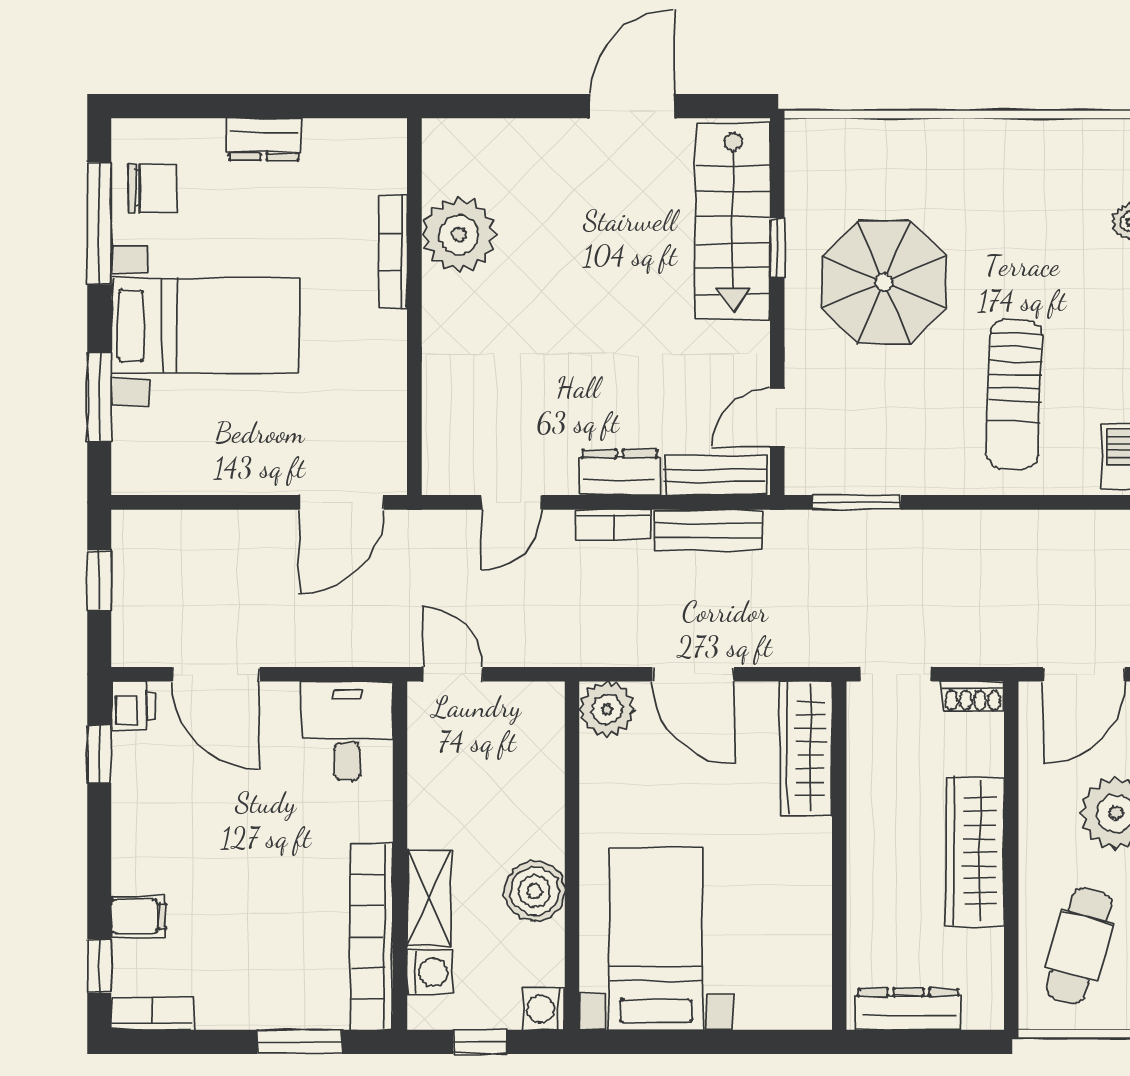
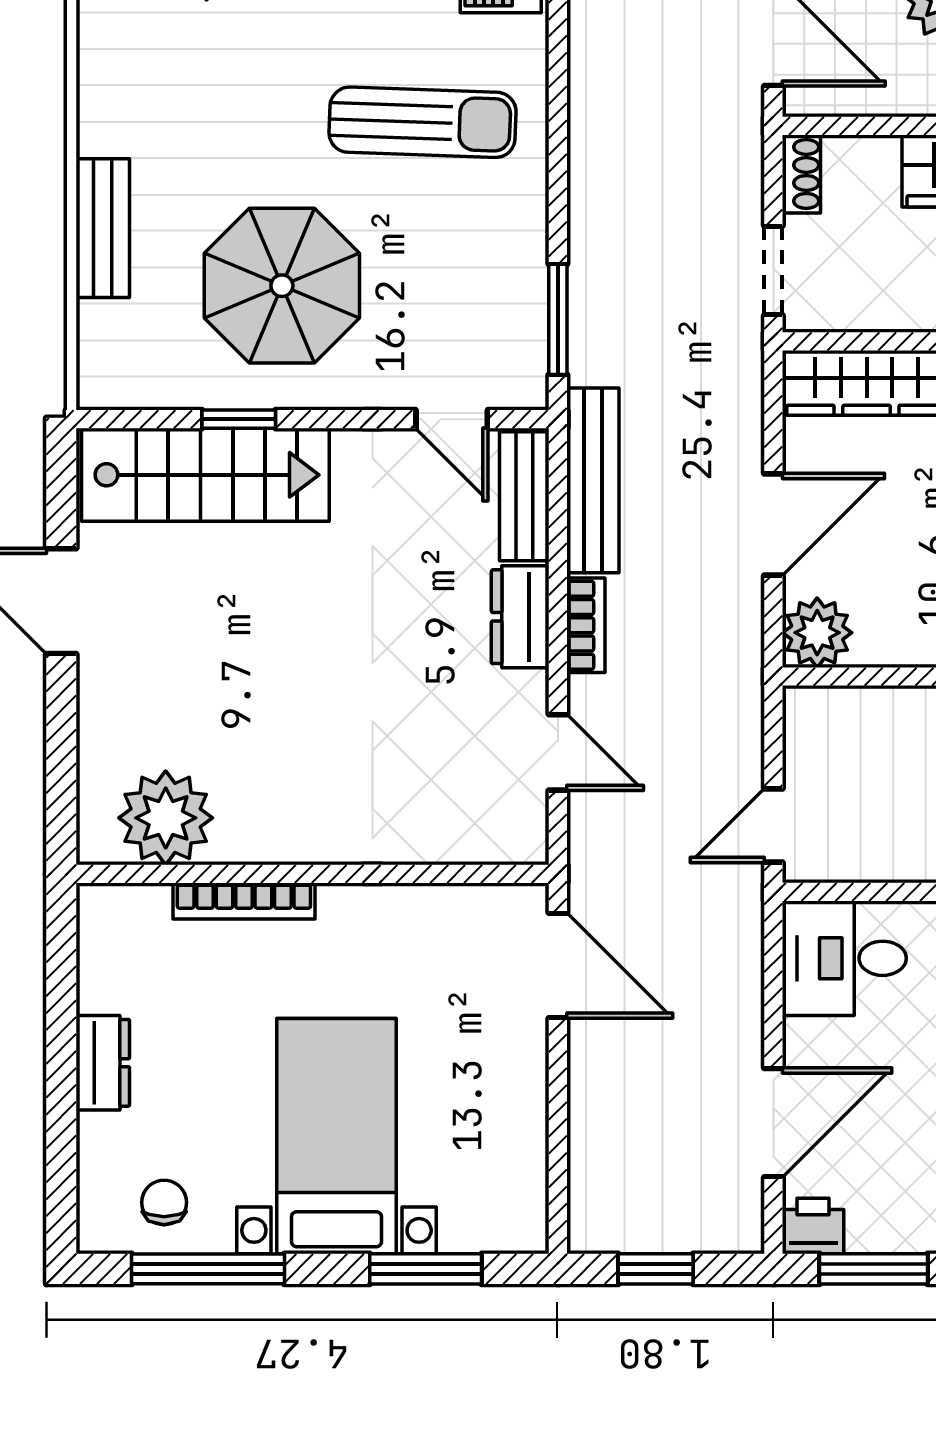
bench: (930, 139) -> (103, 228), added
chair: (152, 188) -> (164, 1202), width x0.73, depth x0.73
plant: (459, 235) -> (166, 818), moved
bench: (709, 530) -> (593, 480), width x1.36
window: (99, 754) -> (873, 1269), width x1.50

